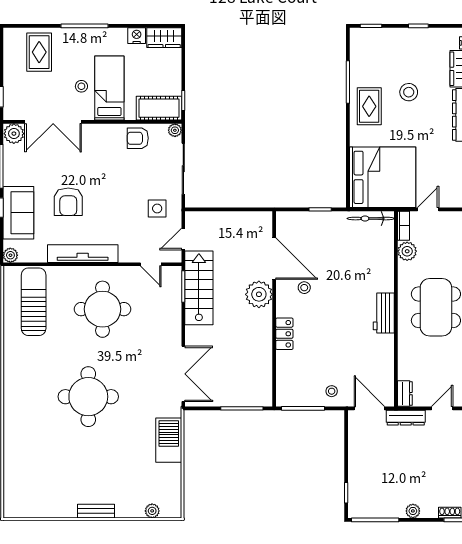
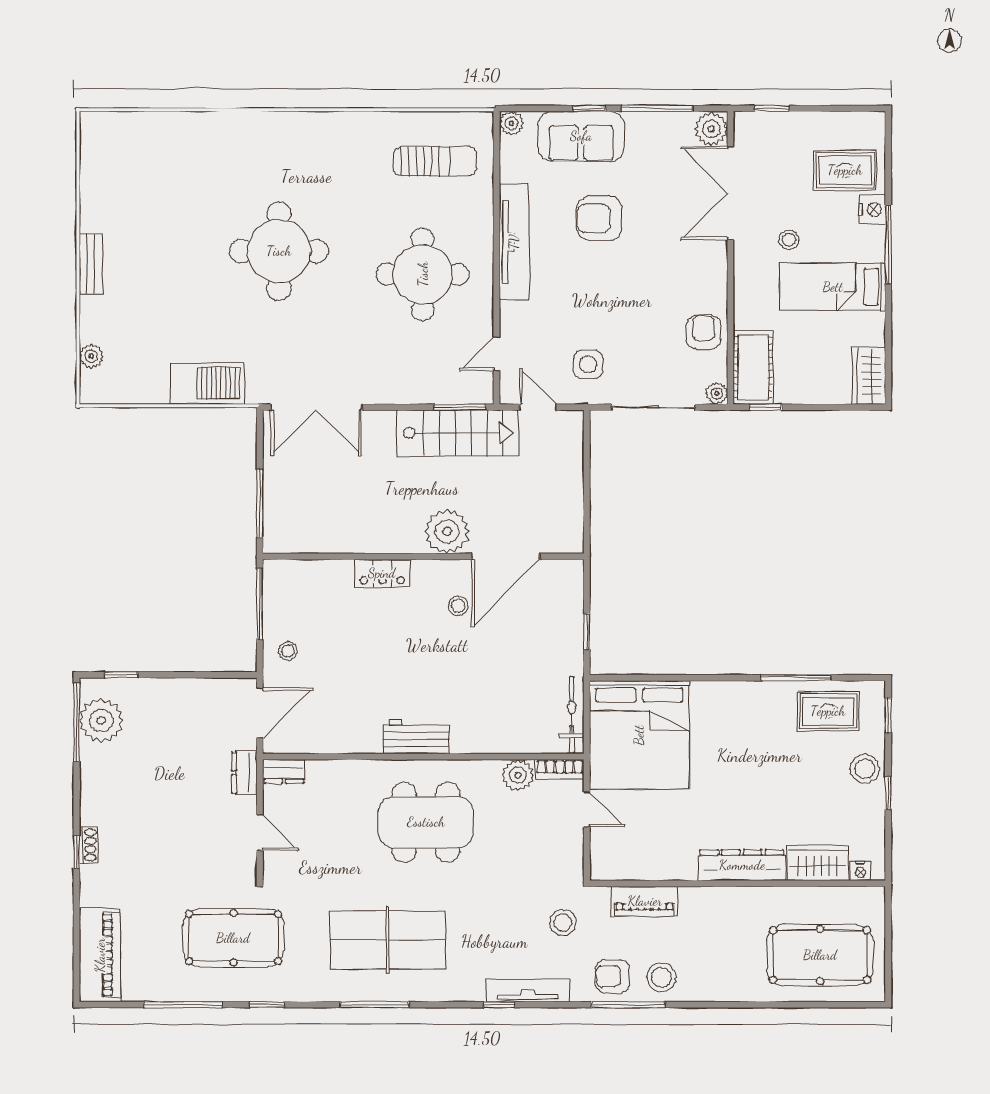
nightstand: (137, 36) -> (872, 209), moved
bed: (109, 88) -> (833, 287), moved, turned 180
stool: (409, 92) -> (865, 769), moved
rug: (369, 106) -> (828, 711), moved
sun lounger: (34, 302) -> (435, 161), width x0.73, depth x0.75
dresser: (406, 418) -> (244, 773), width x0.70
plant: (413, 511) -> (101, 720), moved, width x1.87, depth x1.87

